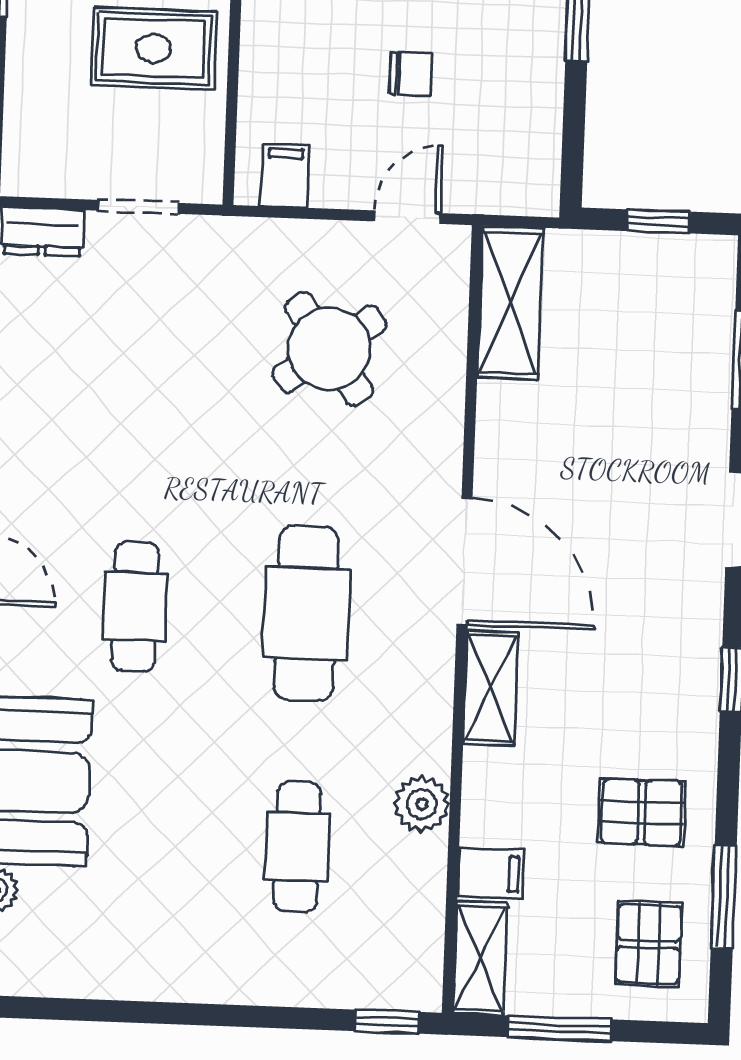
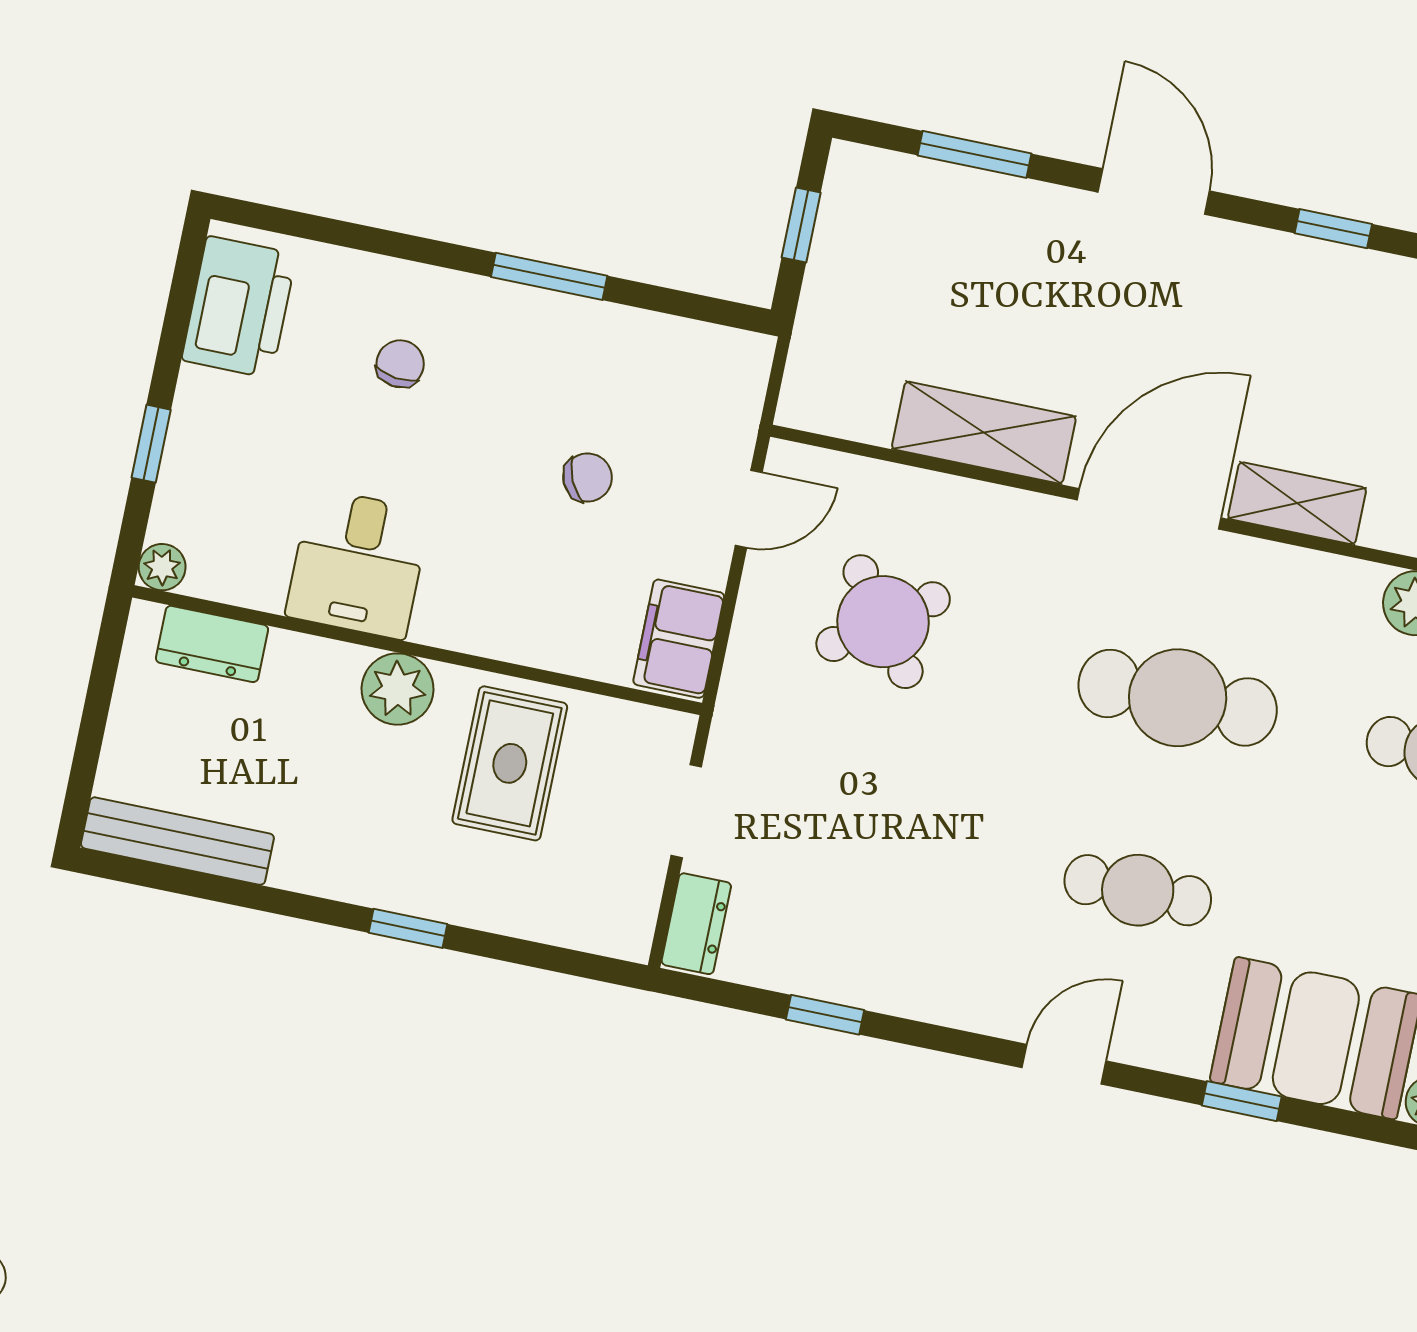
chair: (411, 74) -> (588, 478), turned 65
filing cabinet: (285, 176) -> (679, 639), width x2.00
door: (407, 217) -> (749, 509), swing flipped
shelving: (510, 303) -> (984, 433), moved

